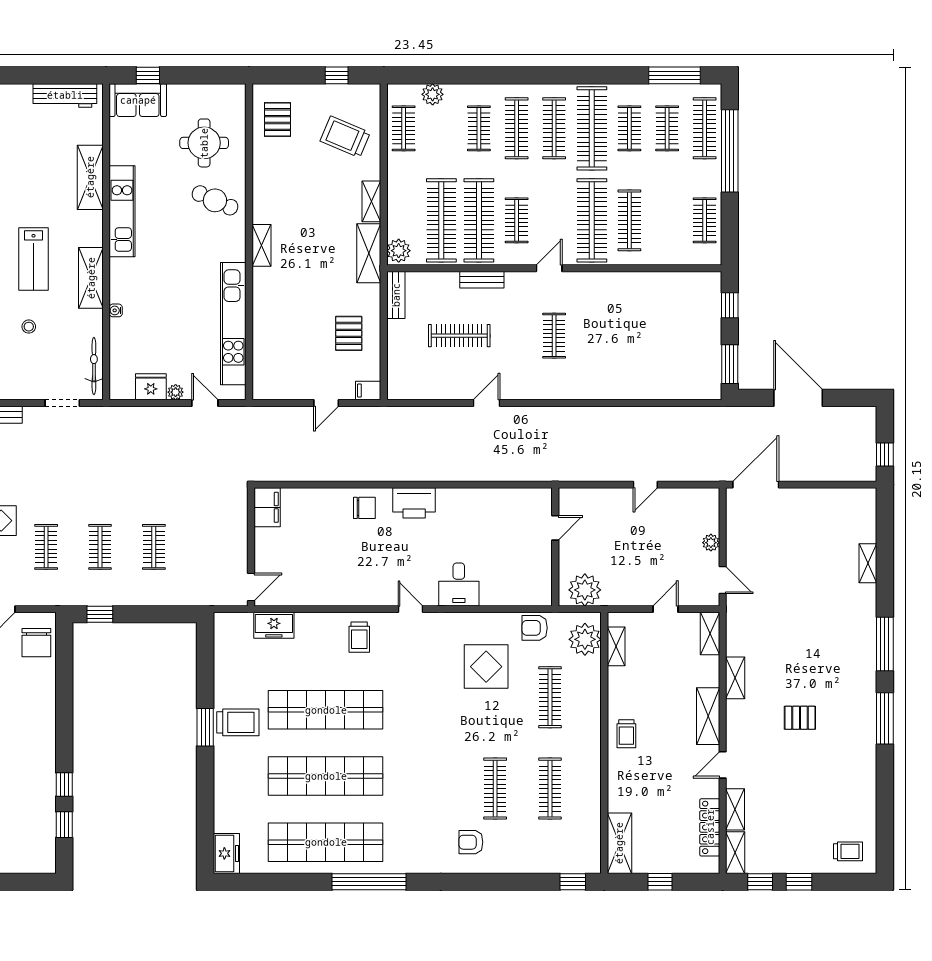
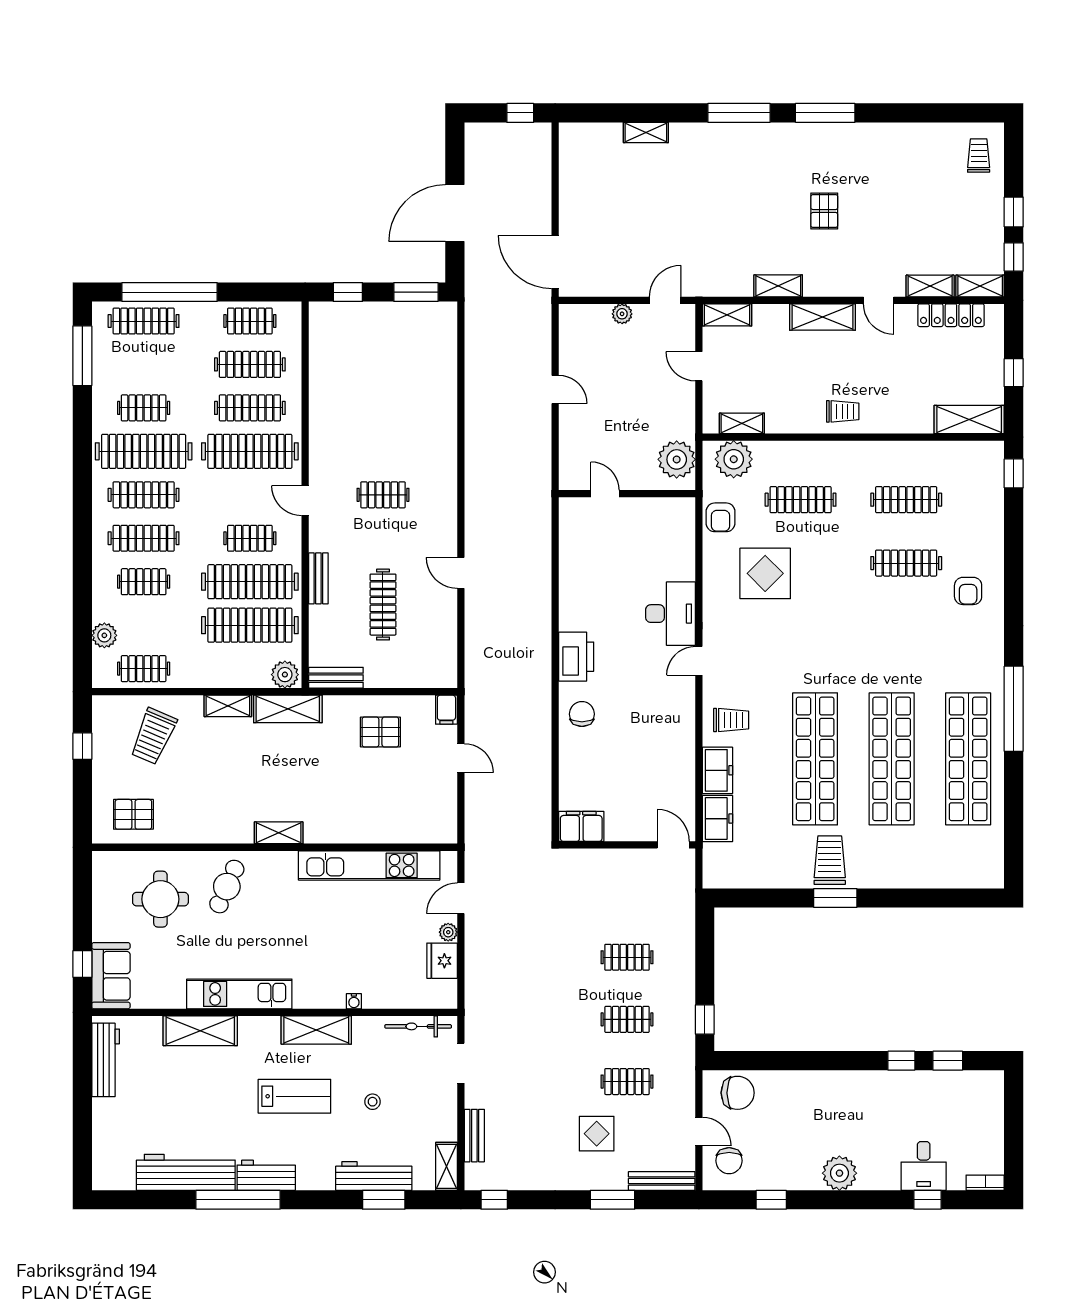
clothes rail: (667, 128) -> (250, 364), moved, width x1.36
desk: (459, 585) -> (670, 614), width x1.37
freezer: (226, 853) -> (718, 770), moved, turned 90

